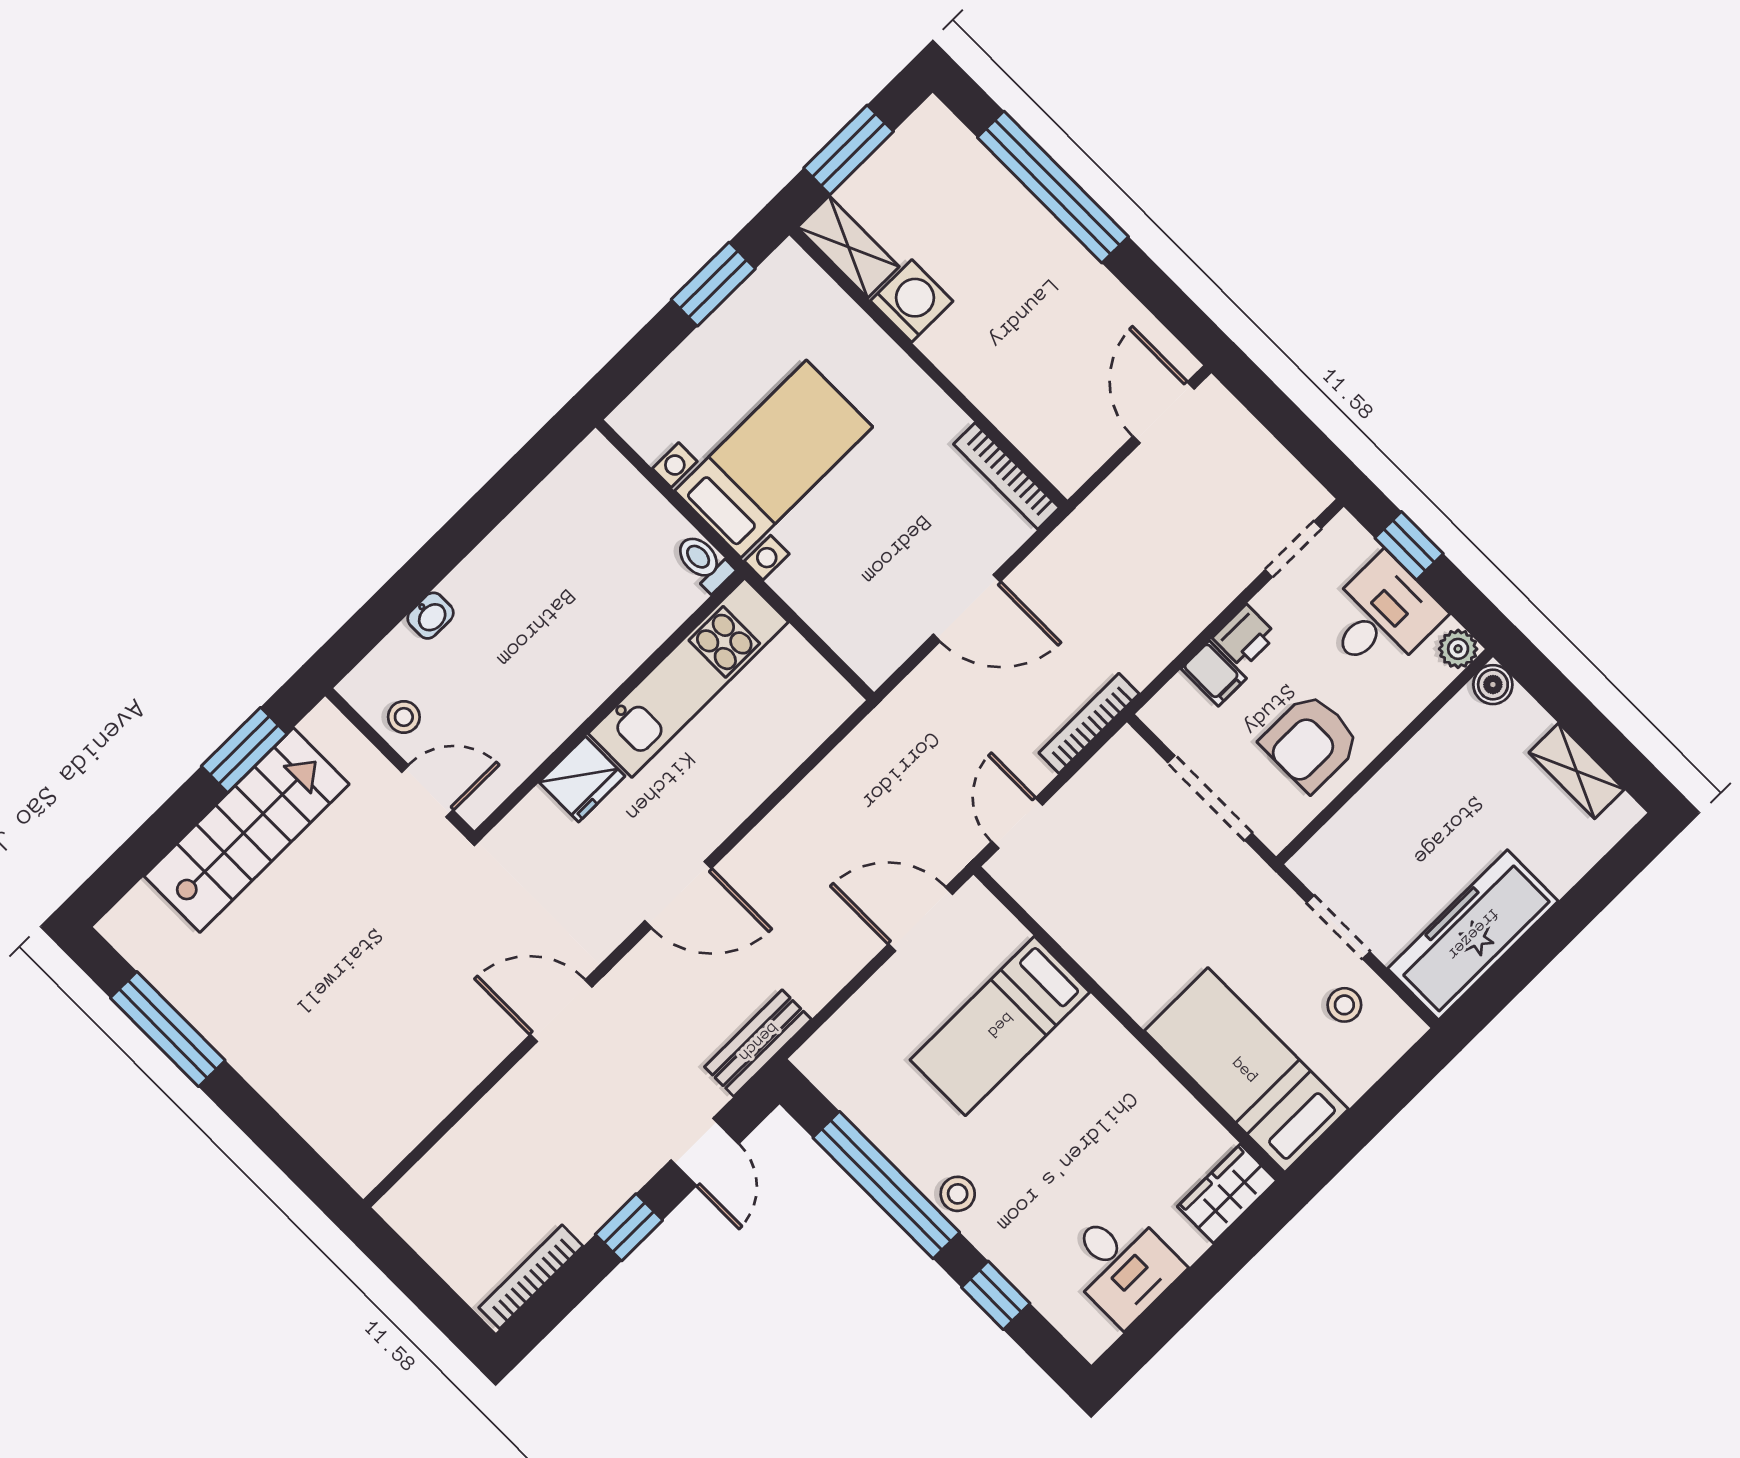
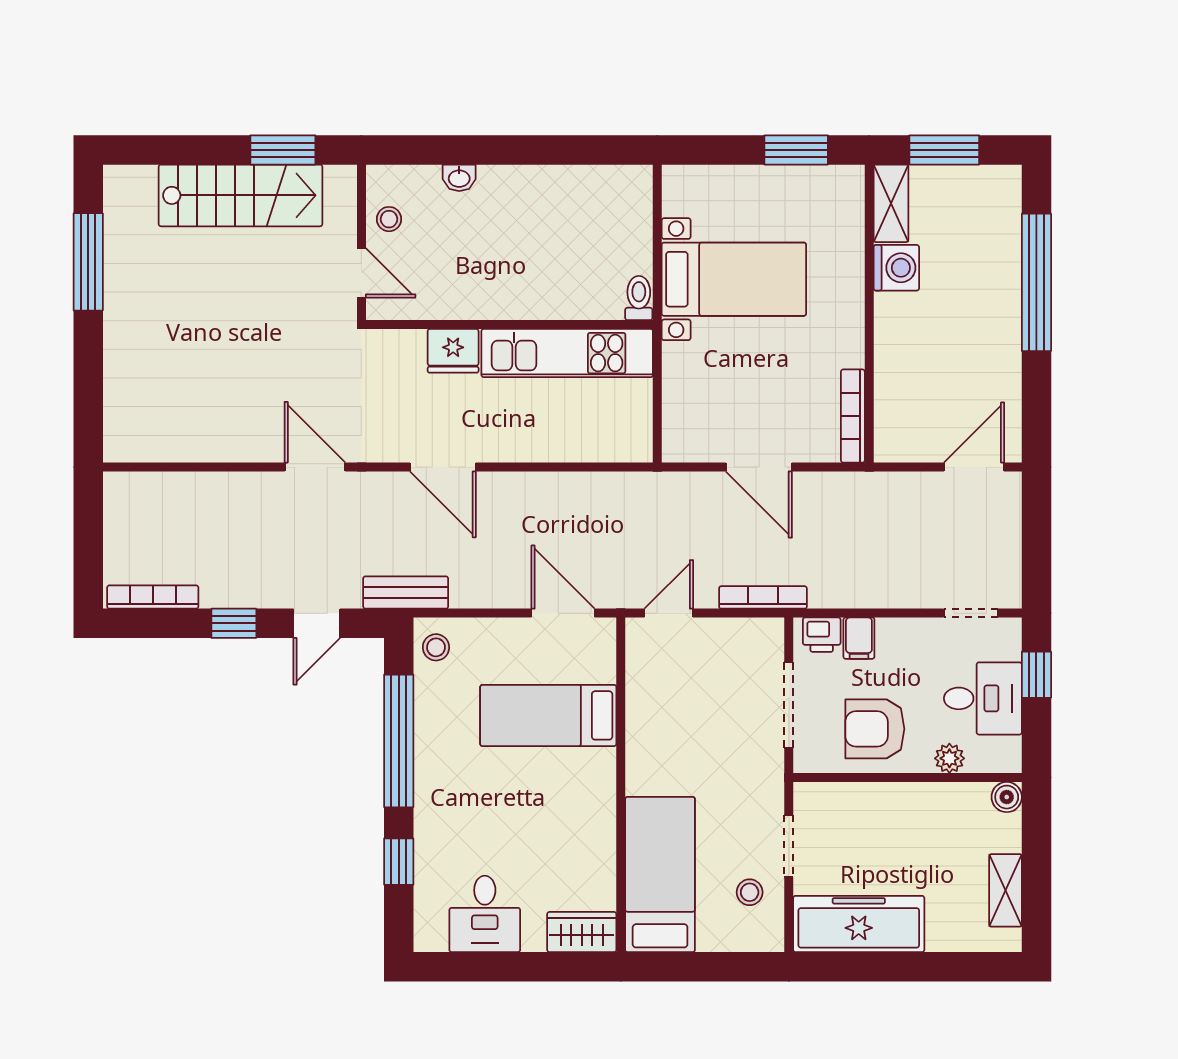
printer: (1245, 636) -> (822, 635), moved
plant: (1458, 649) -> (949, 758), moved
stool: (958, 1194) -> (436, 647), moved

